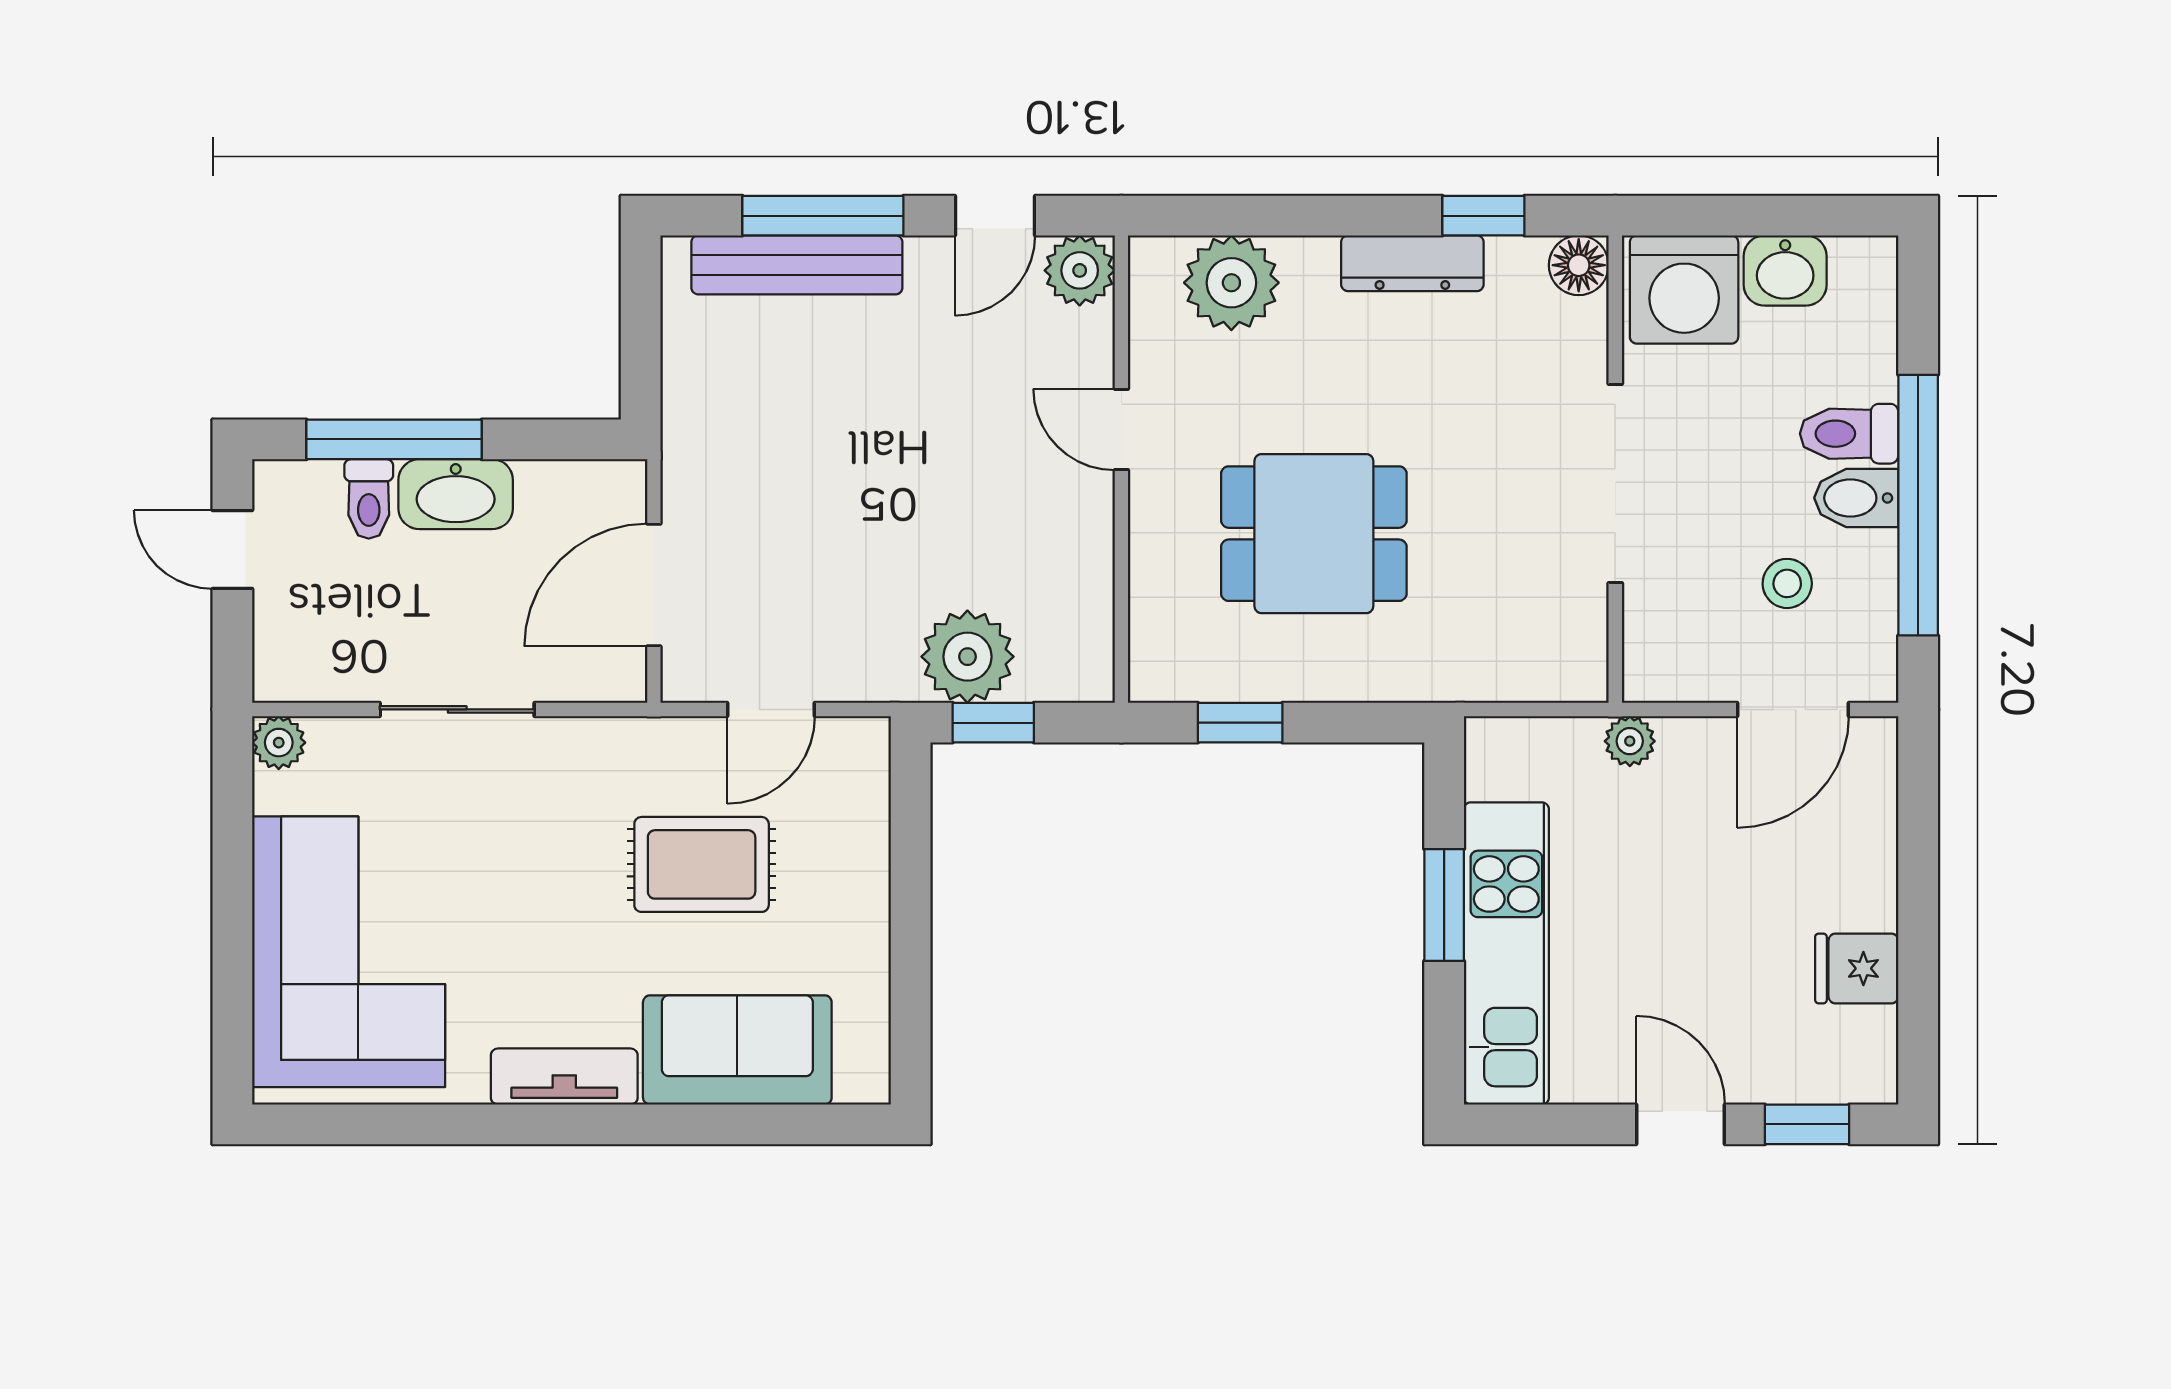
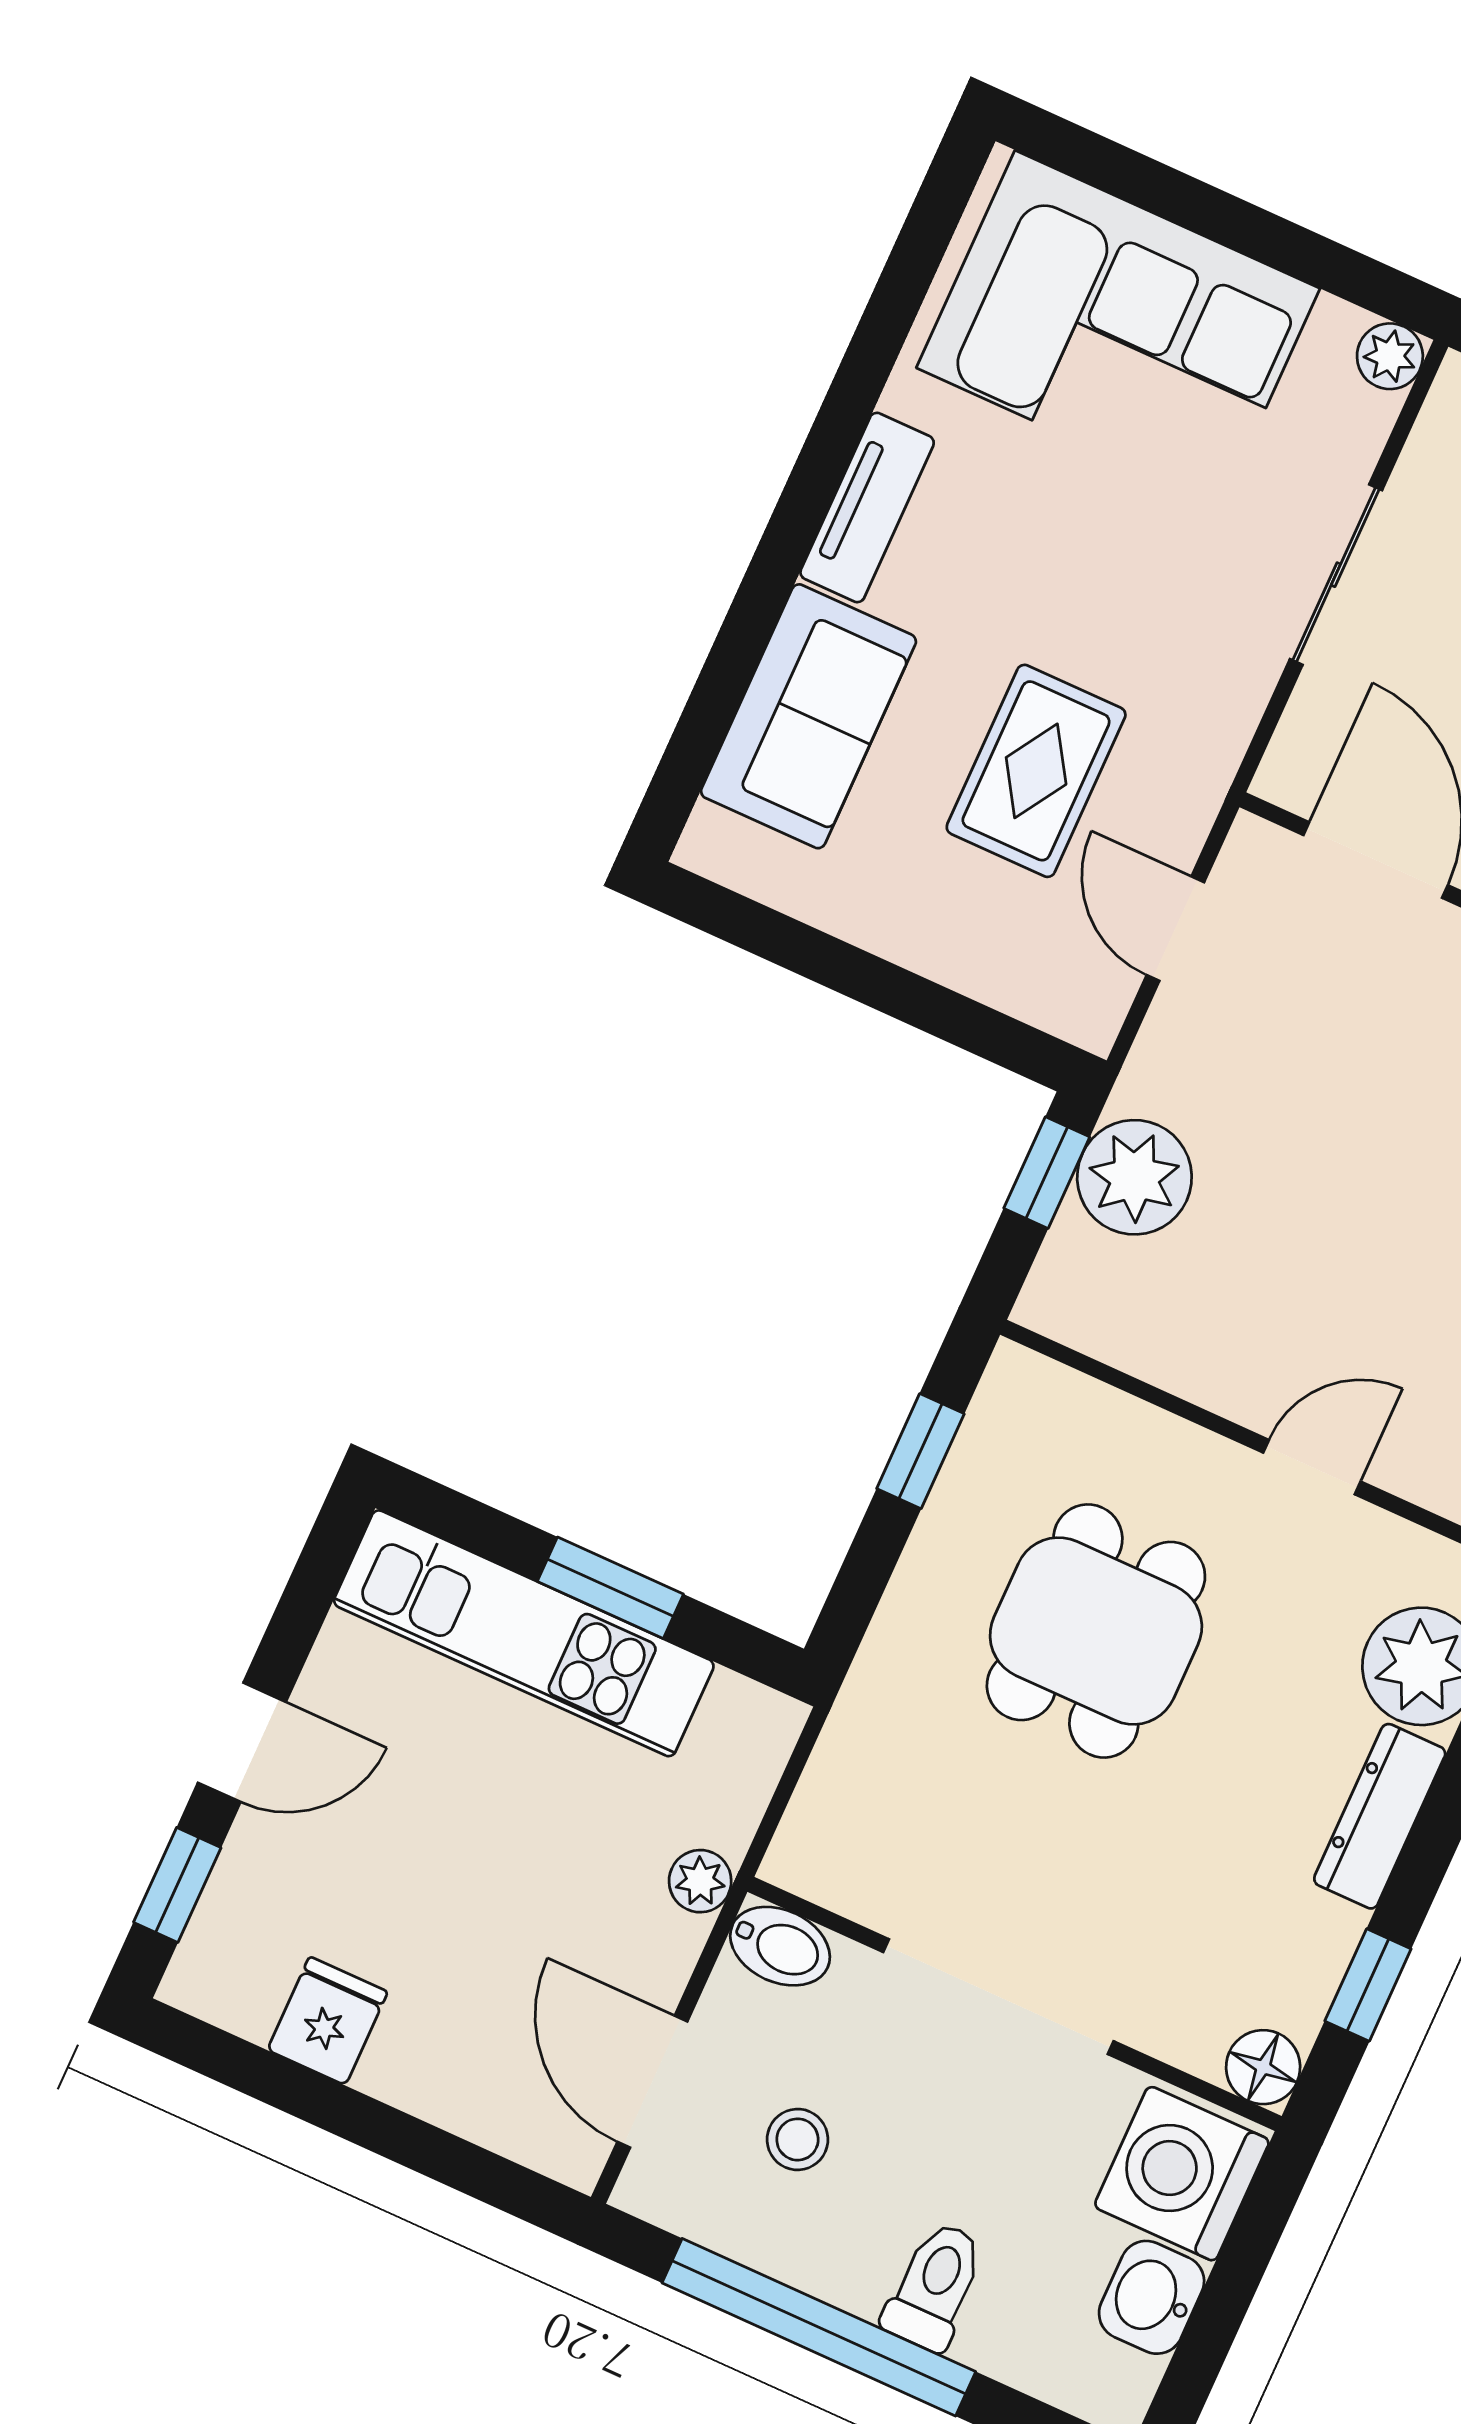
dresser: (1412, 263) -> (1380, 1816), moved
bidet: (1856, 498) -> (780, 1946), moved, turned 90

